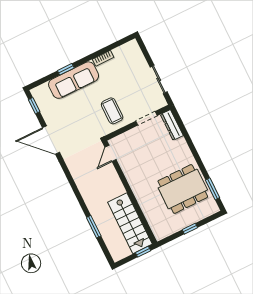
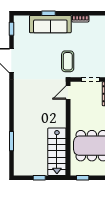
door: (111, 153) -> (68, 92), moved
wall: (130, 192) -> (68, 129), moved
stairs: (130, 223) -> (57, 152), moved

